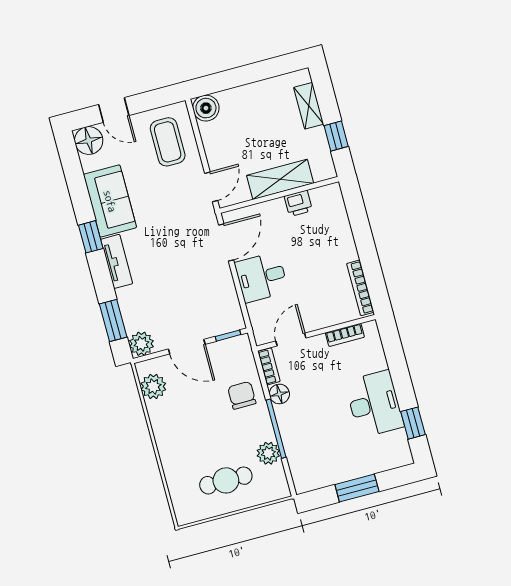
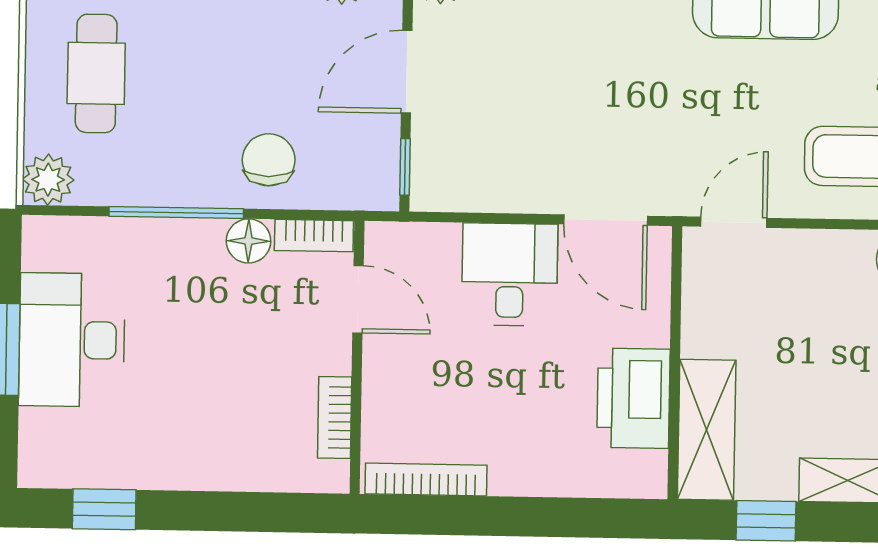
shelving: (280, 179) -> (707, 430), moved
door: (211, 187) -> (734, 222), swing flipped
printer: (298, 203) -> (633, 398), width x1.87, depth x1.48
chair: (242, 395) -> (269, 160), turned -90
desk: (374, 404) -> (72, 340), moved, turned 90
plant: (268, 453) -> (48, 180), moved

